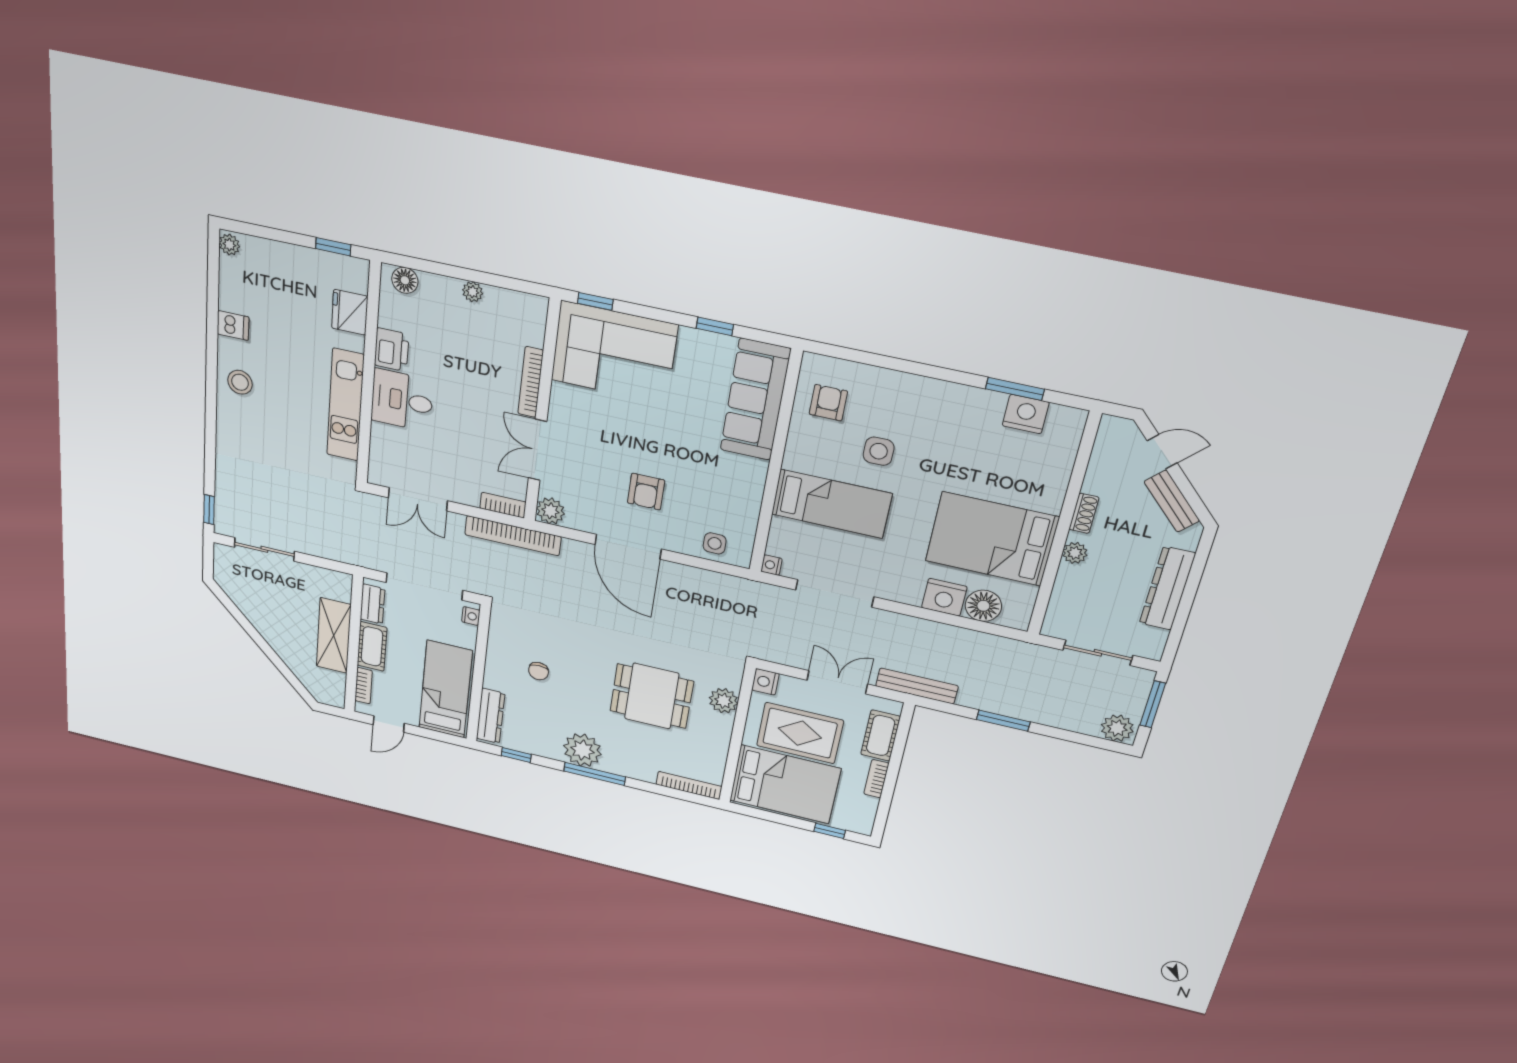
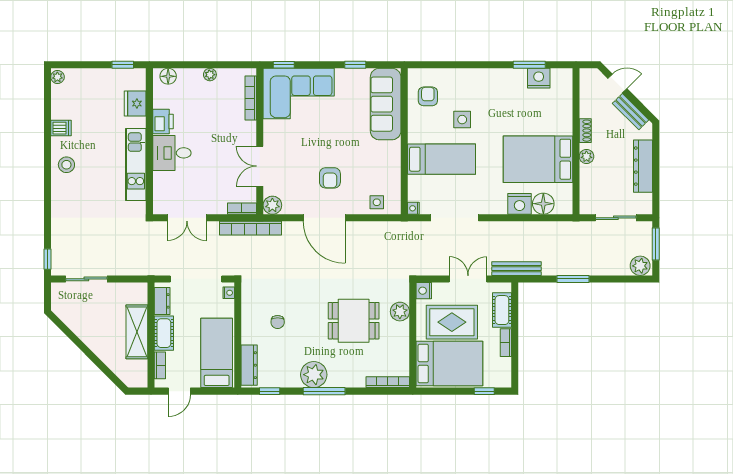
bookcase: (531, 382) -> (251, 98), moved

